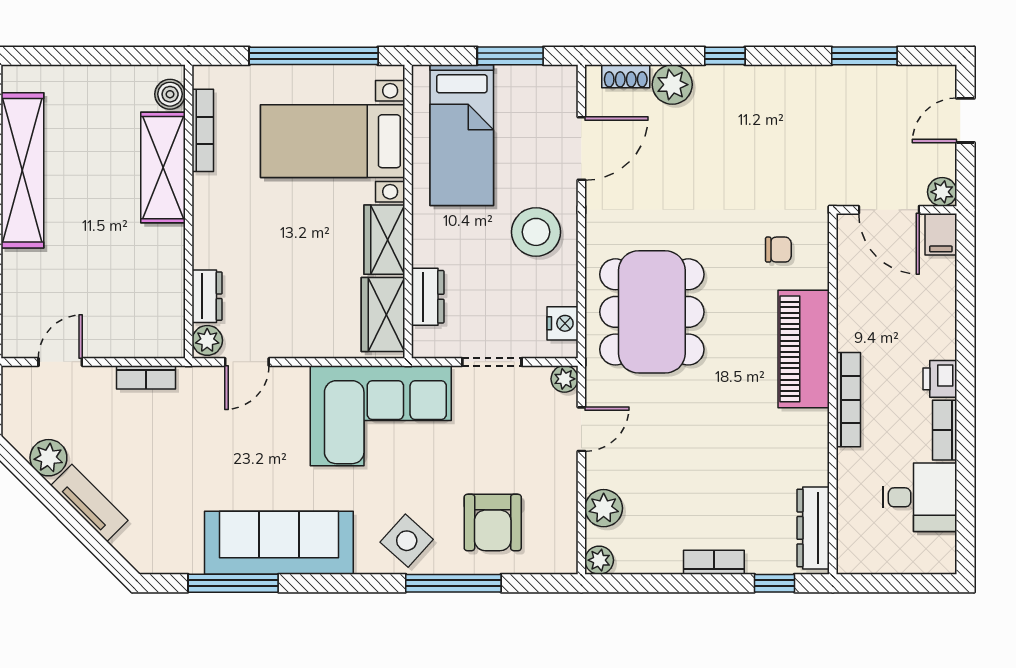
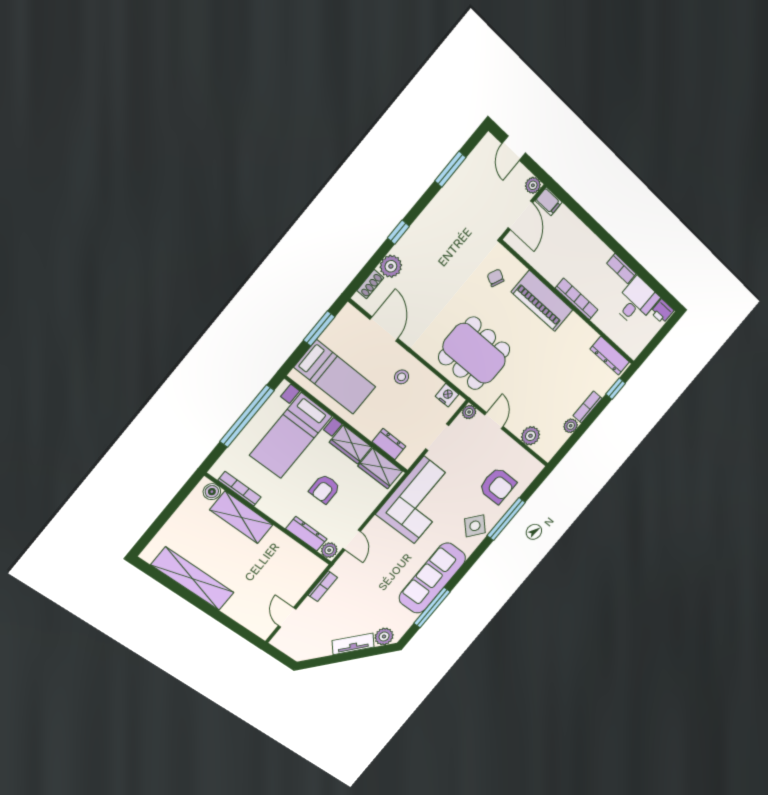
door: (889, 210) -> (520, 215), hinge flipped
stool: (536, 232) -> (402, 377), width x0.53, depth x0.53
chair: (778, 250) -> (496, 278), turned -64
armchair: (292, 256) -> (325, 489), added
dresser: (207, 296) -> (306, 534), width x1.44
printer: (940, 379) -> (662, 311), moved
plant: (48, 458) -> (384, 636), moved
plant: (599, 560) -> (571, 426), moved

